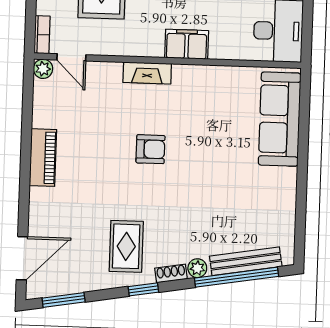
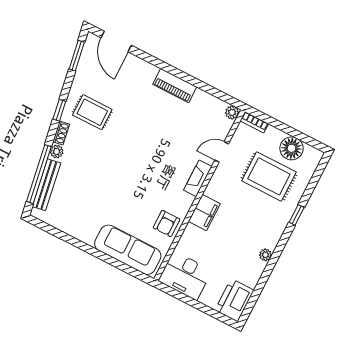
door: (71, 57) -> (222, 152), moved
armchair: (150, 149) -> (167, 224), moved

